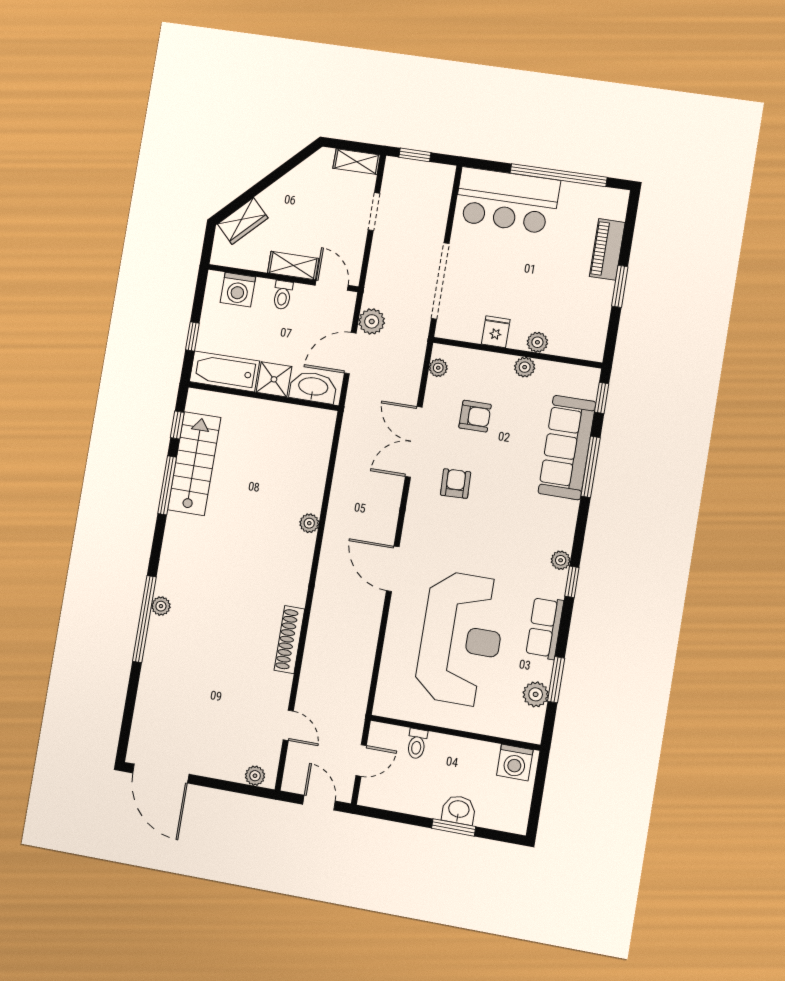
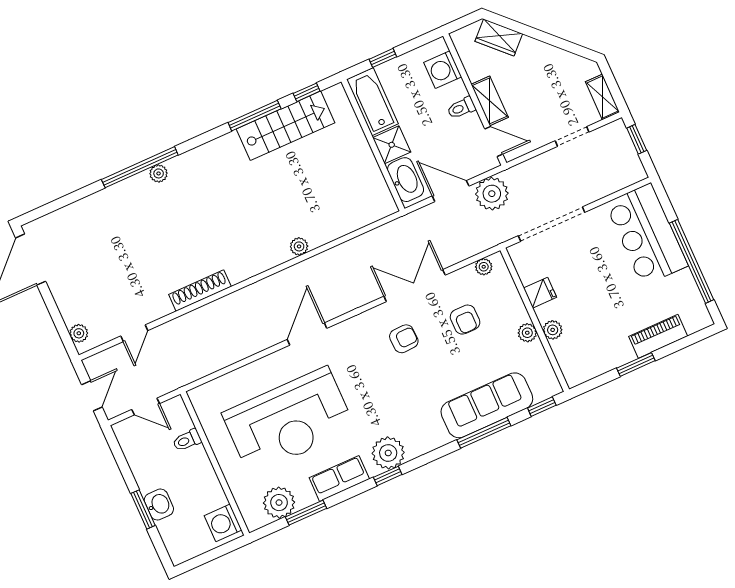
door: (332, 285) -> (494, 141), hinge flipped
plant: (372, 321) -> (492, 194), width x1.36, depth x1.36
plant: (561, 560) -> (388, 453), width x1.87, depth x1.87
plant: (536, 694) -> (279, 503), width x1.36, depth x1.36

